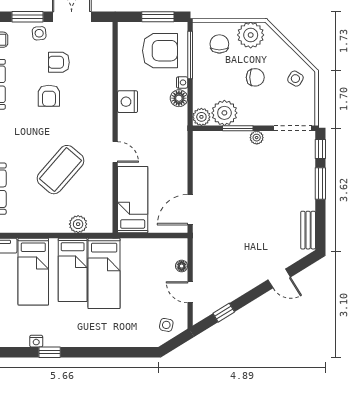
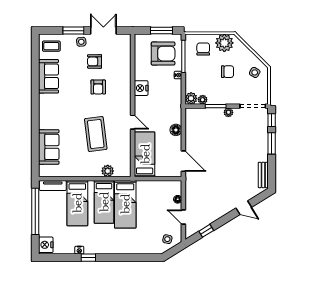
armchair: (49, 96) -> (98, 87), moved
floor lamp: (179, 98) -> (176, 130), moved
plant: (224, 113) -> (203, 100), width x0.53, depth x0.53
coffee table: (60, 170) -> (96, 134), turned -48
door: (190, 210) -> (183, 161), swing flipped

